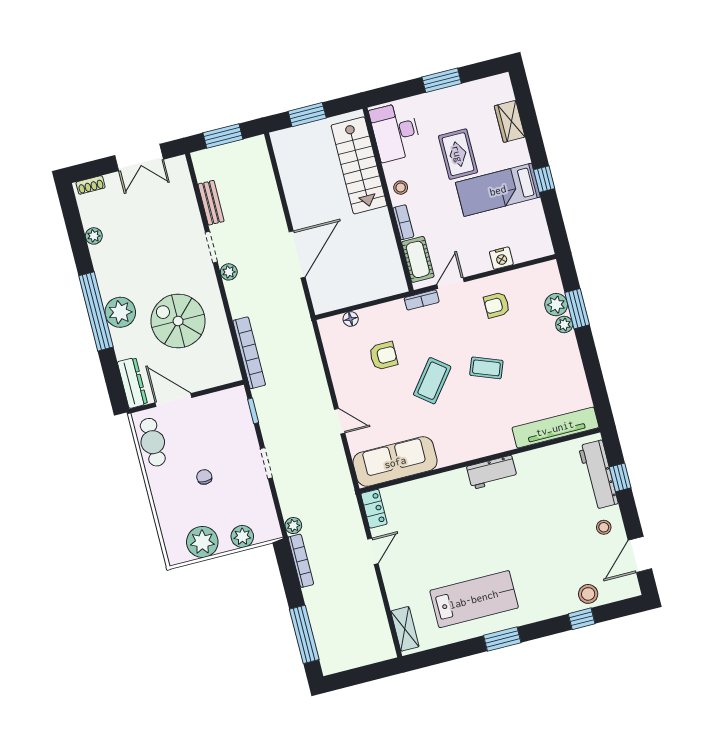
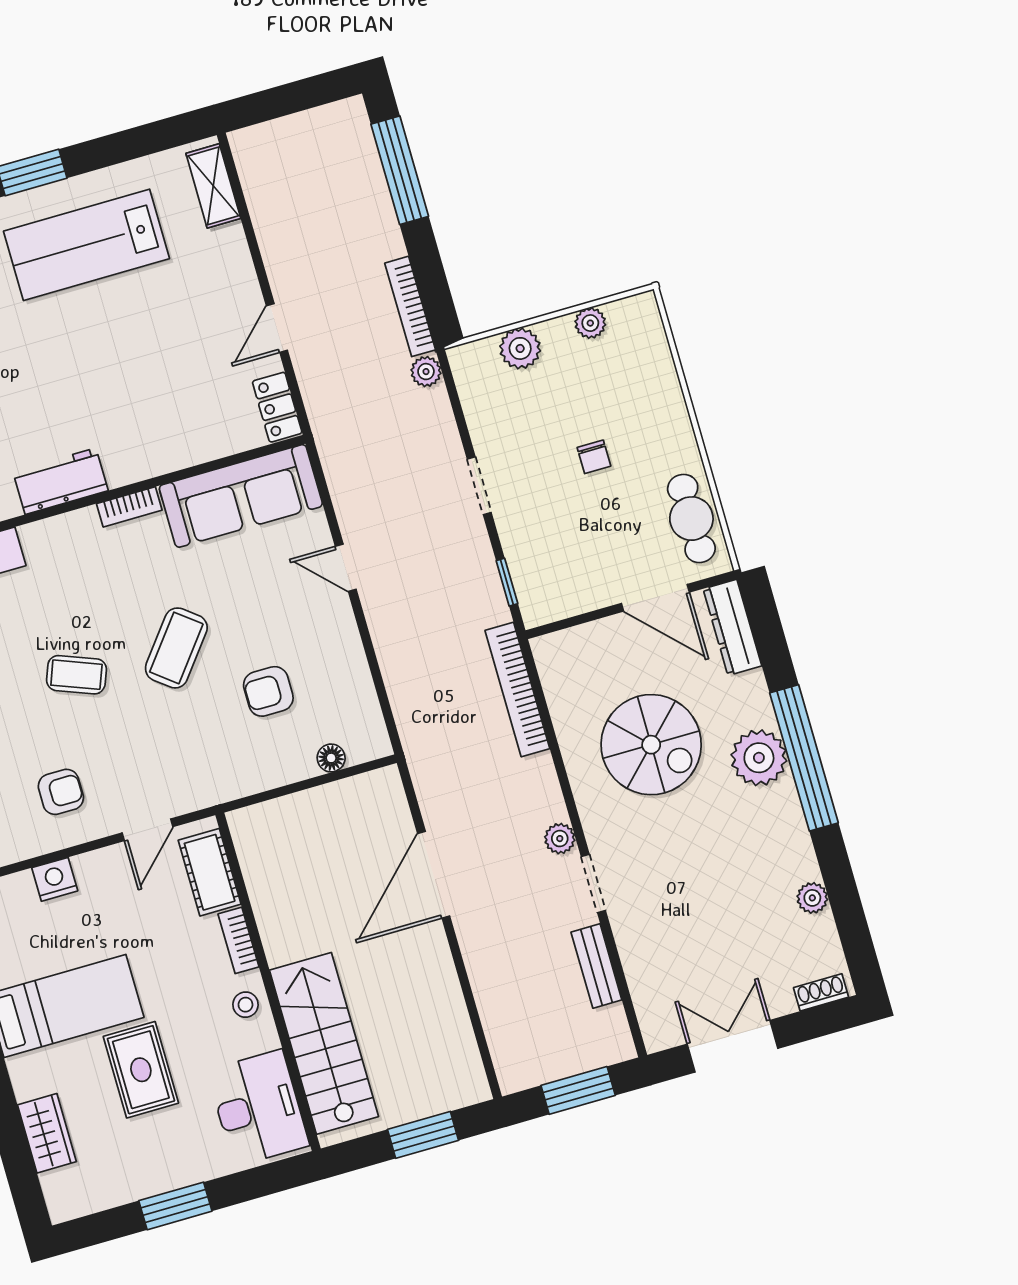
bookcase: (422, 300) -> (129, 507), moved, turned 180
plant: (202, 542) -> (590, 323), width x0.53, depth x0.53

